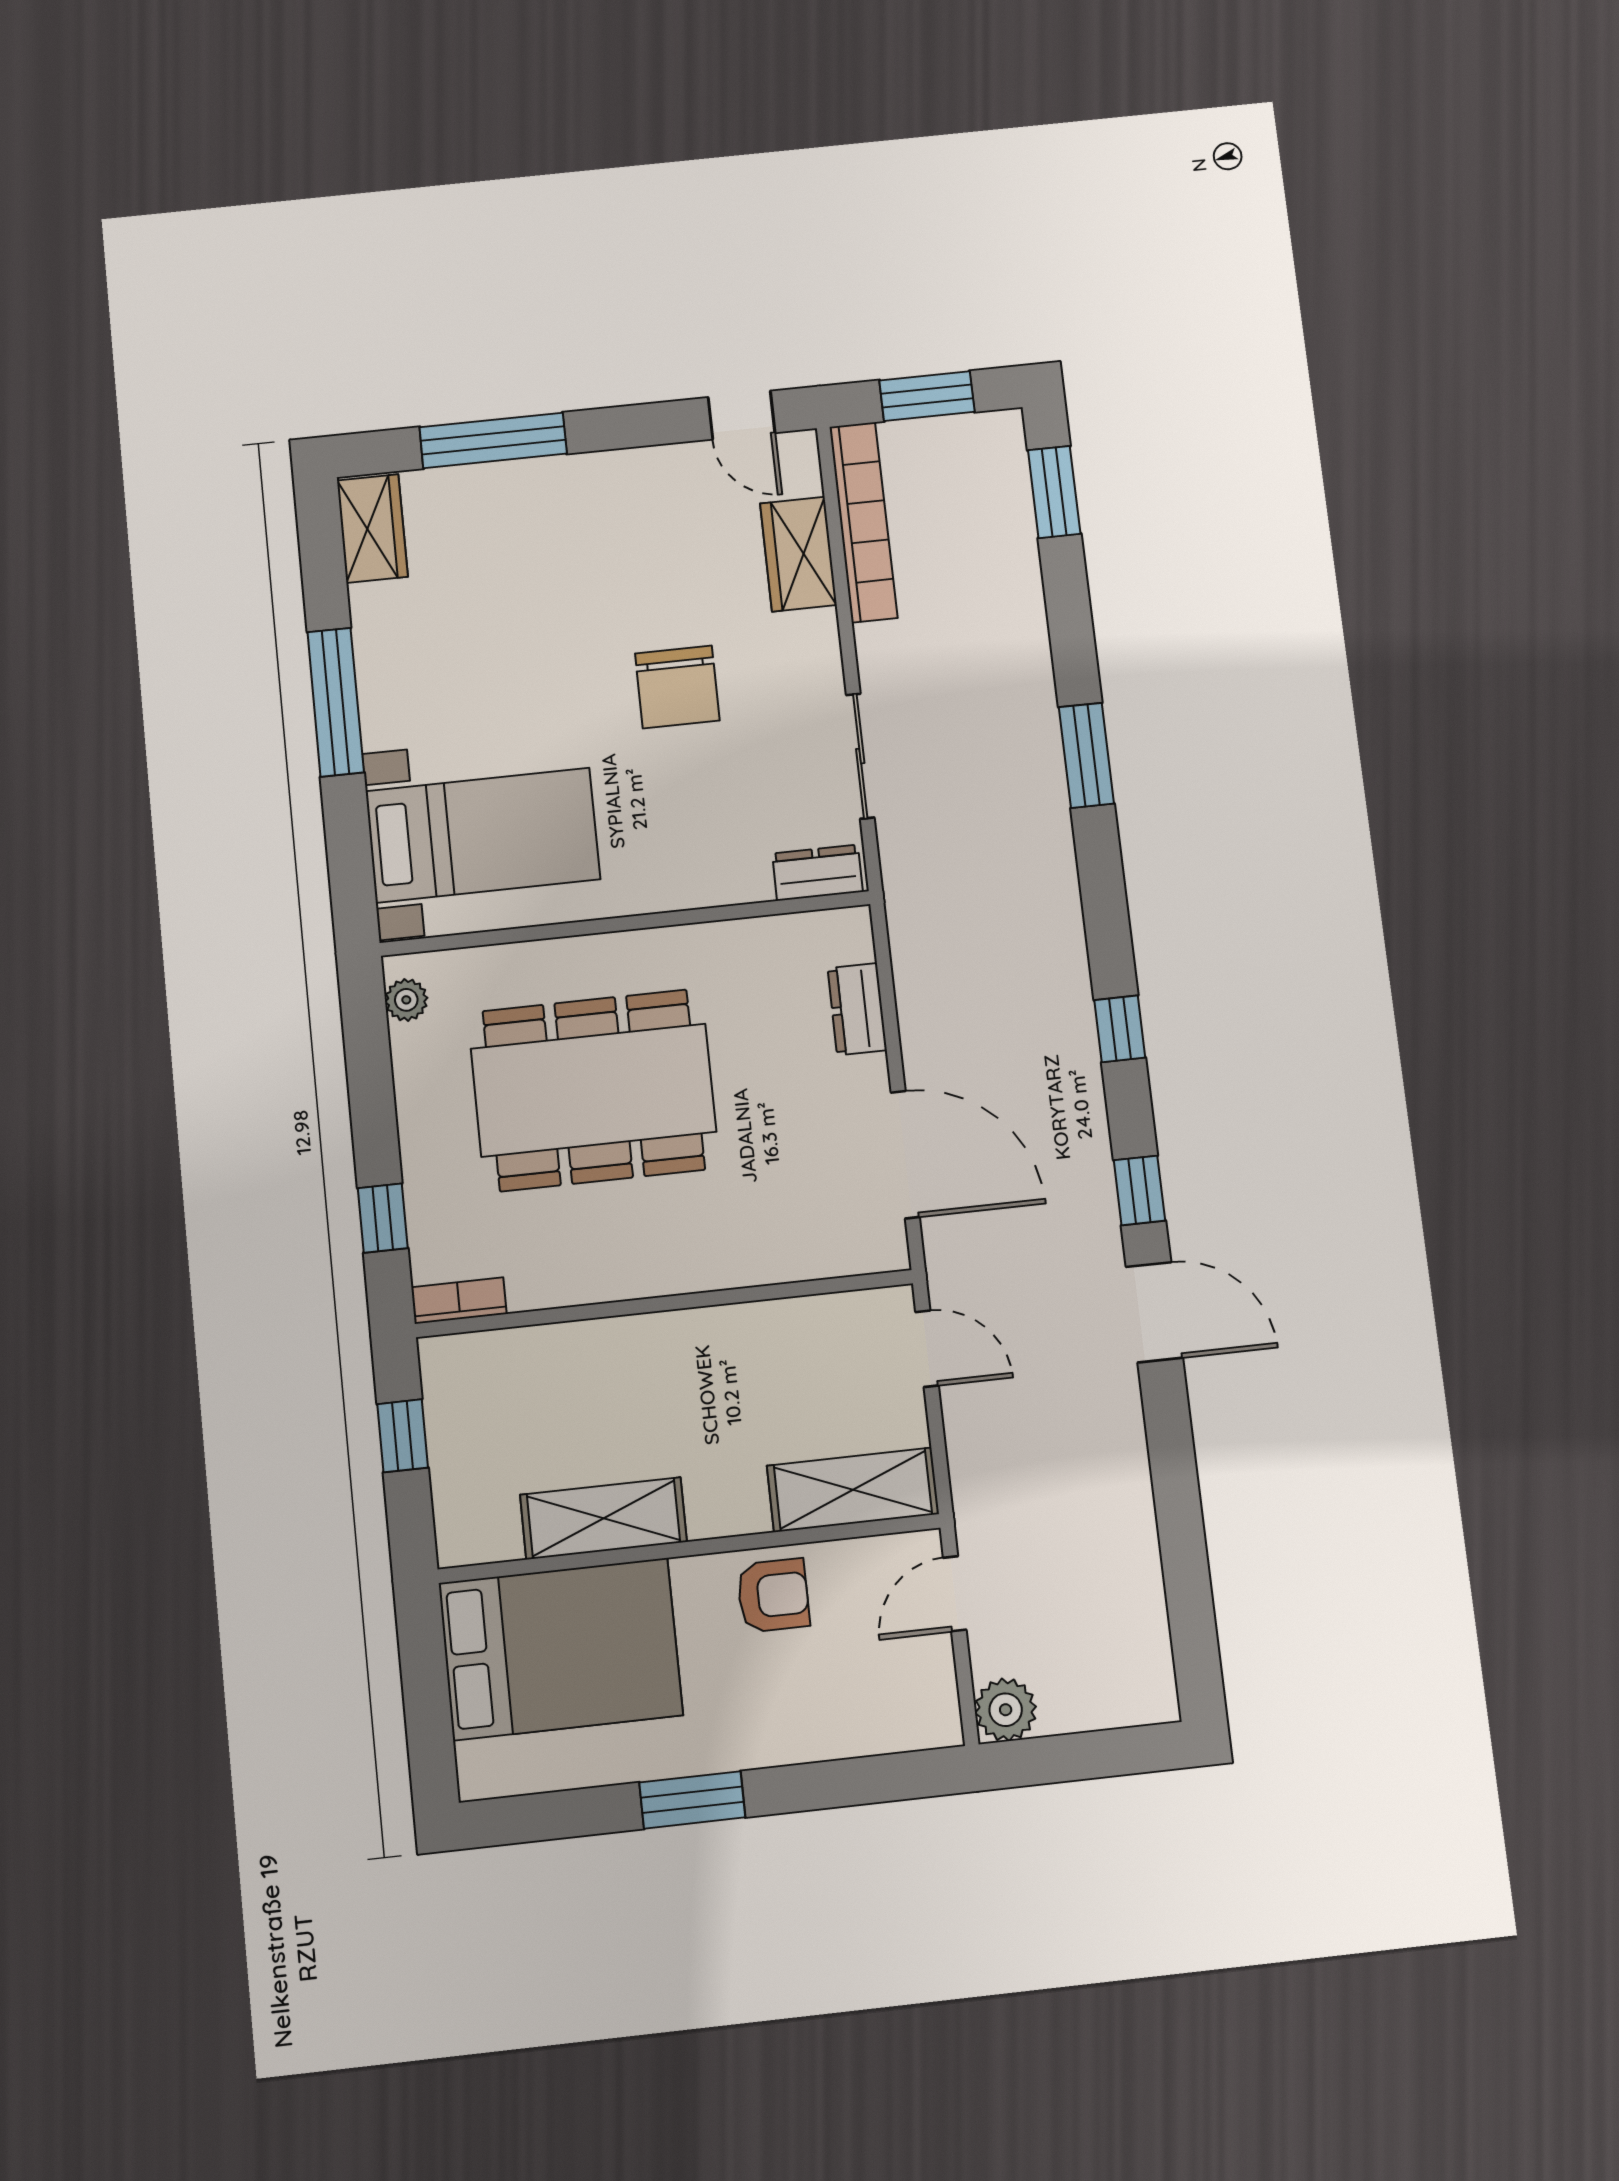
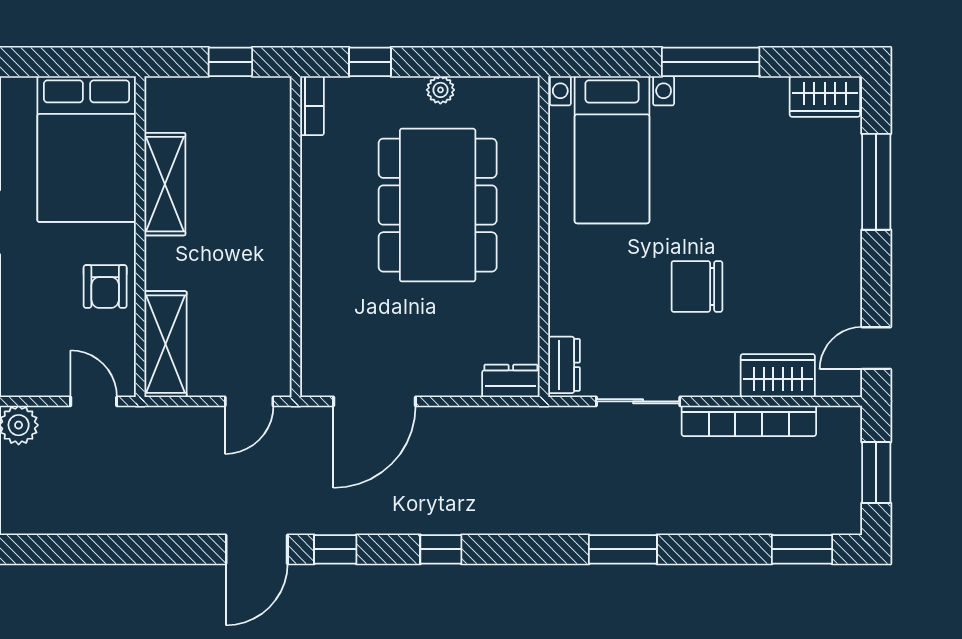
bookcase: (863, 522) -> (749, 421), moved
plant: (406, 1000) -> (440, 90), moved
dresser: (857, 1009) -> (511, 381), moved

